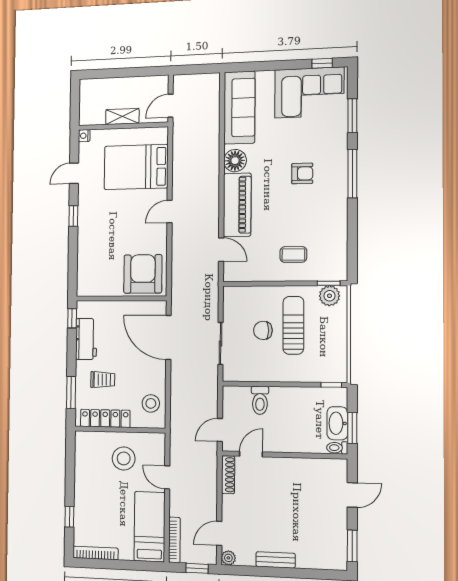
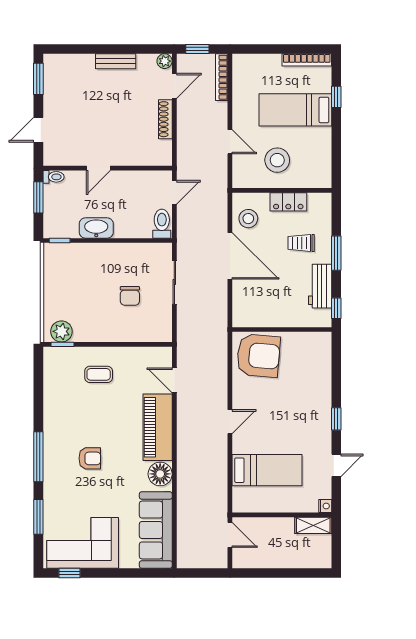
door: (171, 106) -> (230, 535), hinge flipped
shelving: (122, 116) -> (313, 525), moved
bed: (136, 167) -> (267, 470), width x0.67
armchair: (302, 173) -> (90, 458), turned 180
armchair: (143, 274) -> (258, 356), turned -85
sun lounger: (293, 325) -> (98, 301), removed
chair: (263, 330) -> (130, 296), turned 90
door: (168, 338) -> (230, 256), moved
window: (71, 392) -> (336, 253), moved
toilet: (260, 400) -> (162, 224), moved
locker: (105, 418) -> (288, 202), width x0.66
washbasin: (337, 423) -> (96, 228), moved, turned -90
door: (251, 454) -> (98, 168), moved
shoe rack: (228, 475) -> (165, 119), moved
bed: (150, 527) -> (295, 110), moved, turned 90

